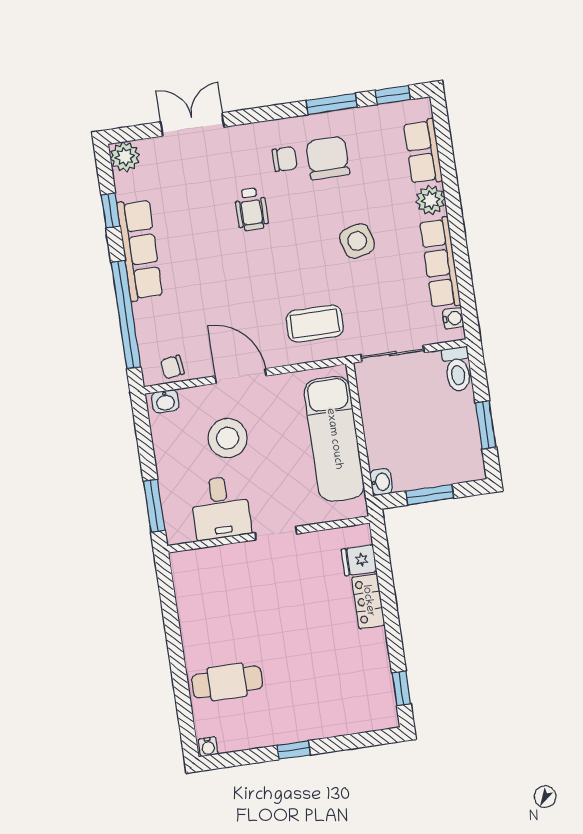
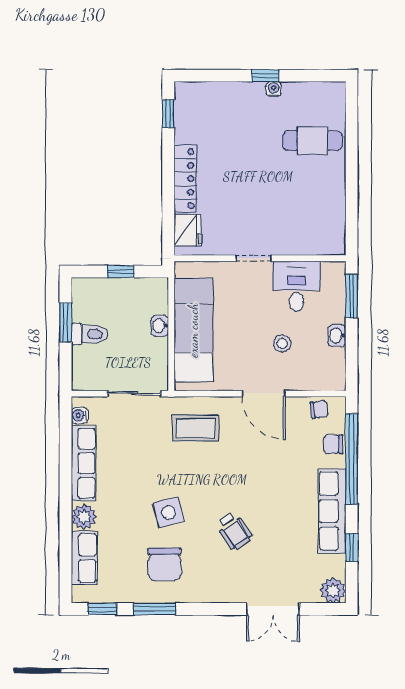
chair: (285, 159) -> (333, 444), moved
wheelchair: (251, 209) -> (234, 531), turned 146
side table: (357, 241) -> (168, 512), moved
toilet: (457, 369) -> (90, 334), moved, turned 90
washbasin: (165, 401) -> (337, 335), moved, turned -90
stool: (228, 438) -> (282, 343), width x0.53, depth x0.53
washbasin: (381, 482) -> (160, 326), moved
window: (430, 495) -> (121, 272), width x0.67
fridge: (359, 560) -> (188, 230), width x1.38
locker: (368, 601) -> (185, 179), width x1.53
water cooler: (208, 747) -> (274, 89), moved

